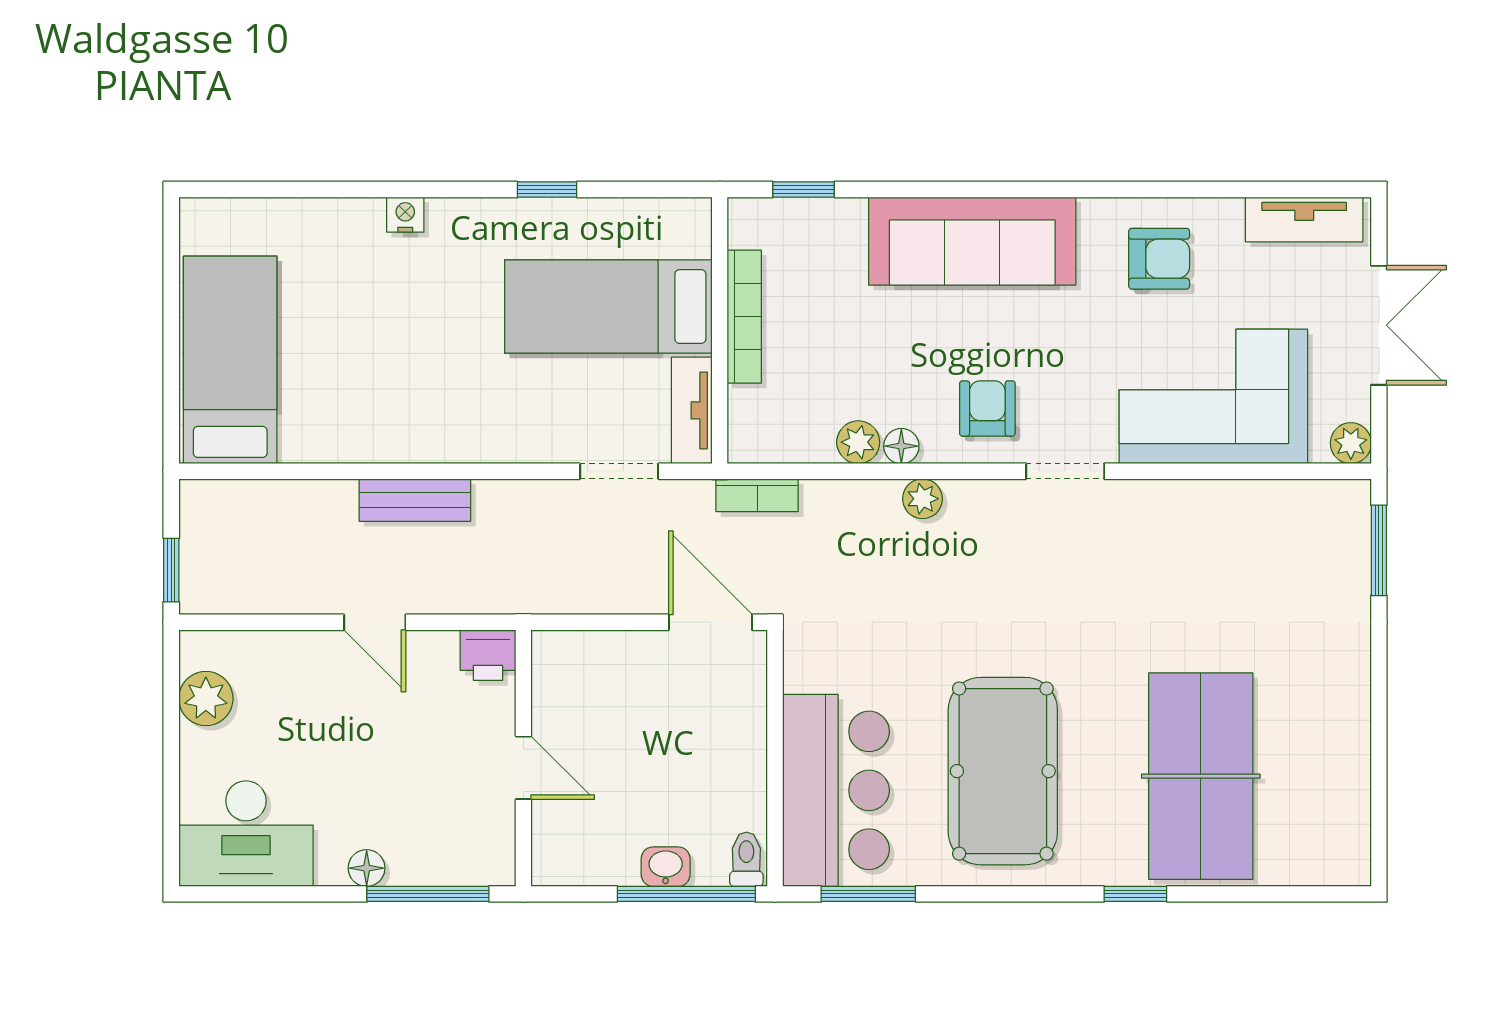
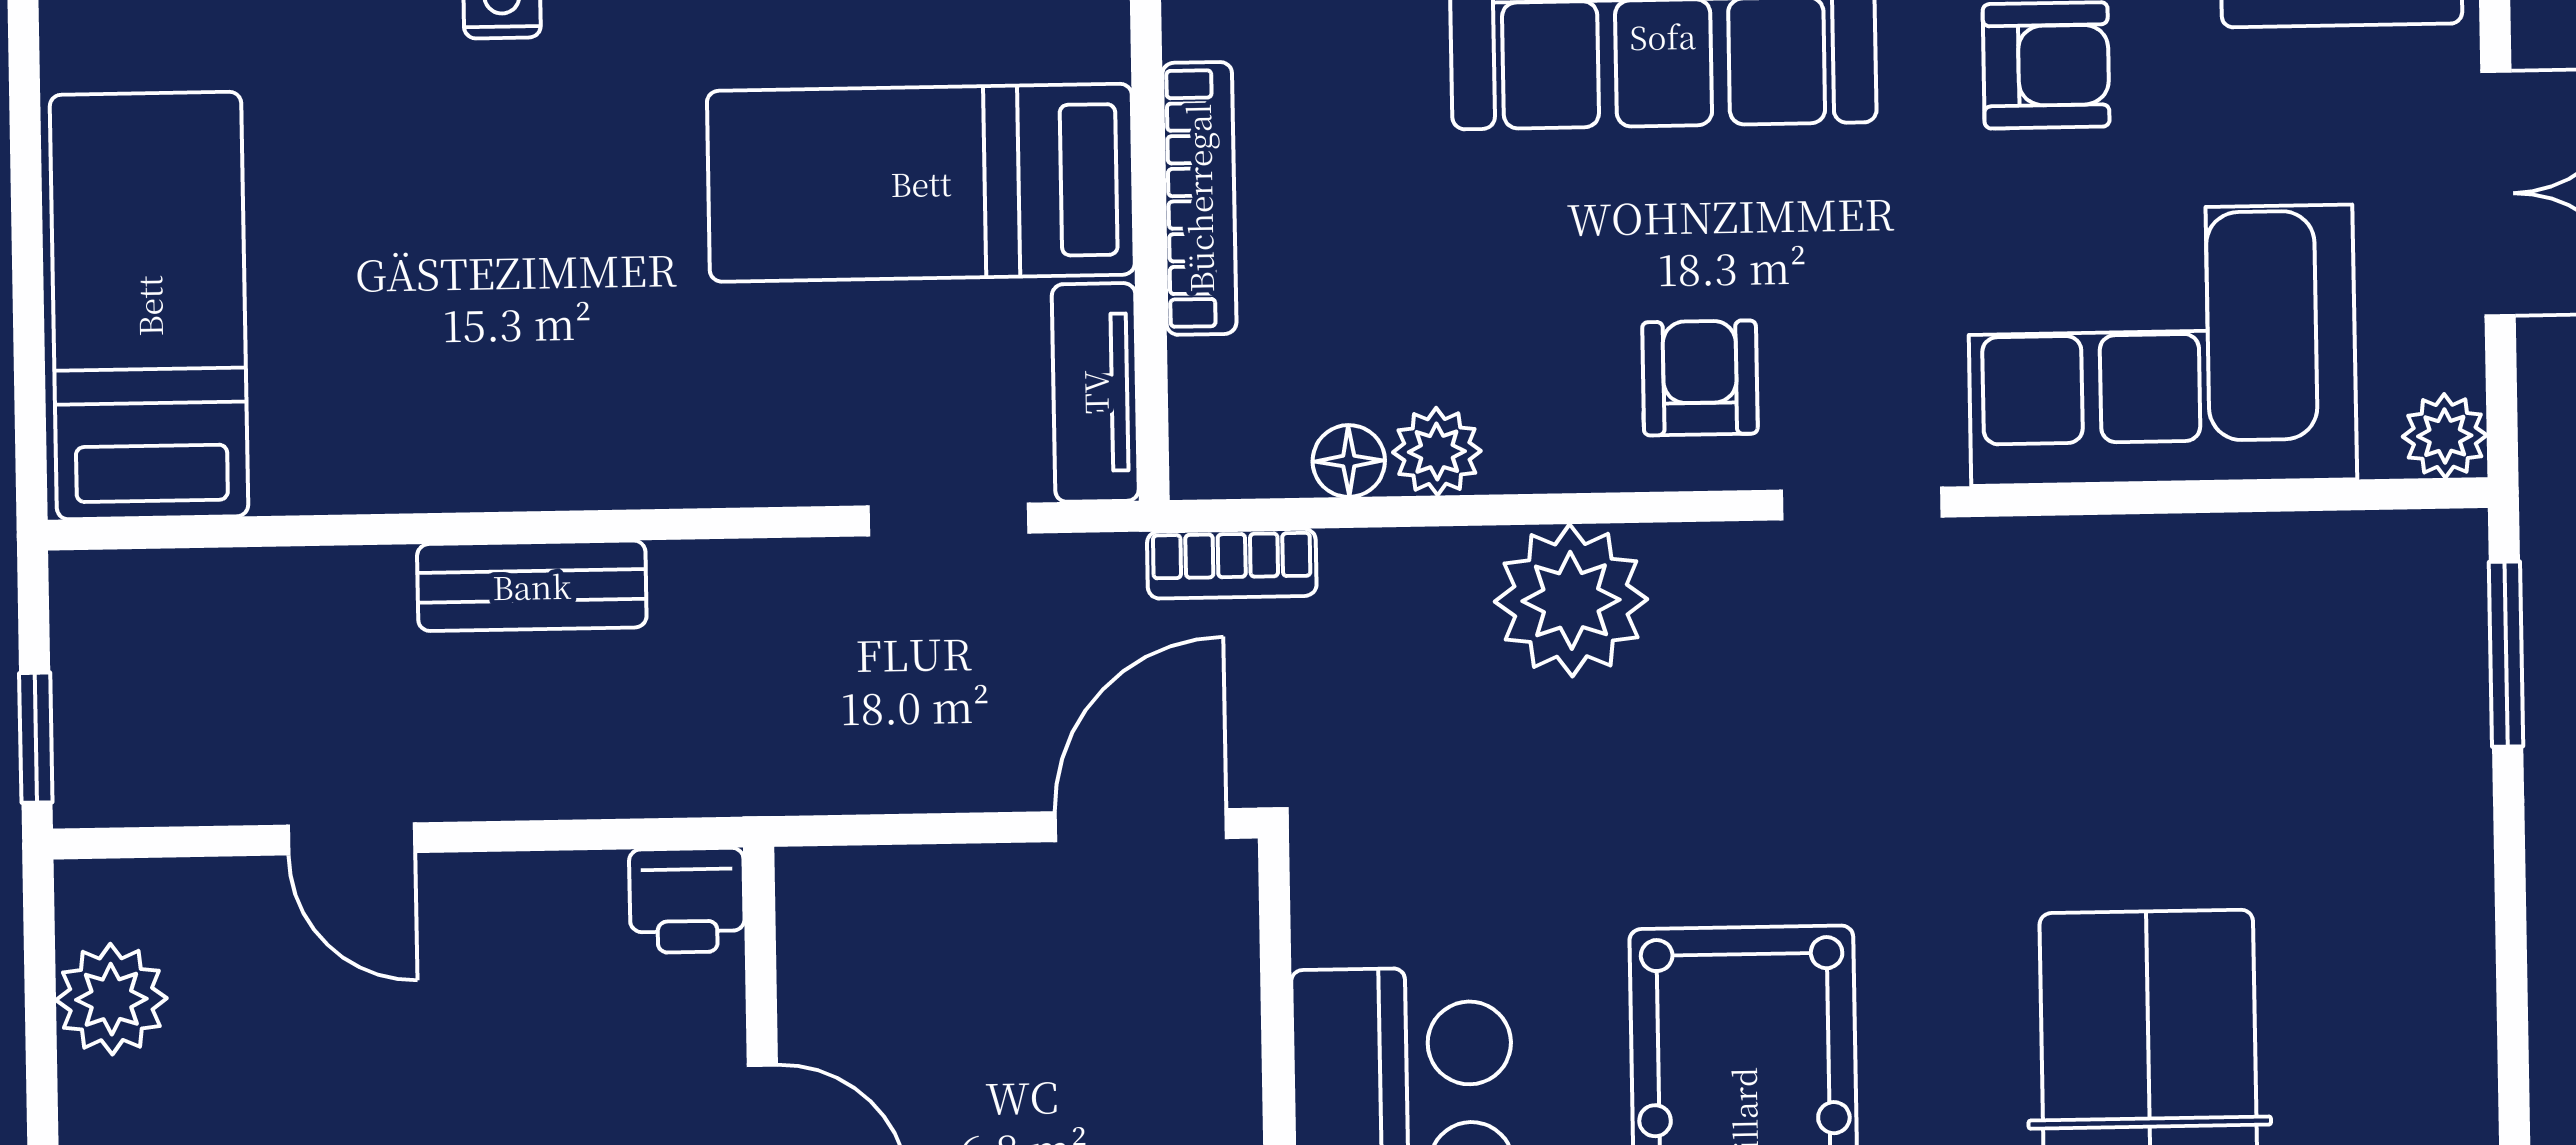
floor lamp: (901, 446) -> (1349, 461), moved
plant: (922, 499) -> (1571, 600), width x1.87, depth x1.87
door: (375, 622) -> (352, 839), moved
door: (710, 622) -> (1141, 825), hinge flipped

